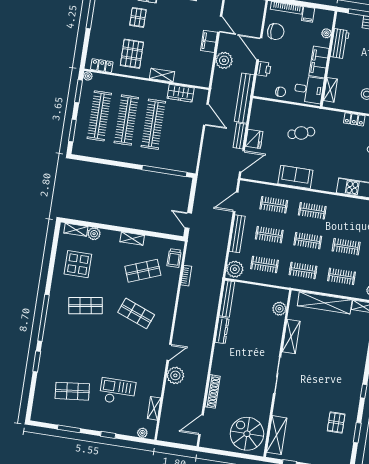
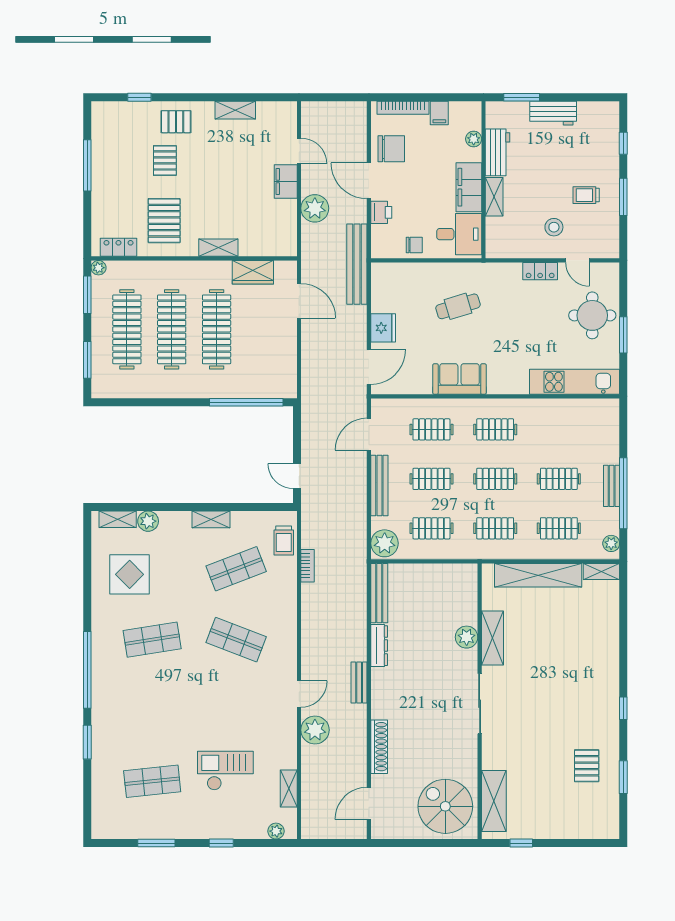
shelving: (330, 90) -> (494, 197), moved
bench: (240, 136) -> (359, 682), moved
plant: (279, 309) -> (467, 637), moved

